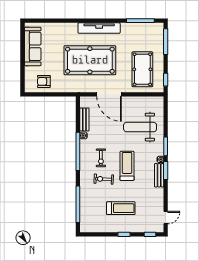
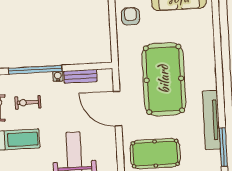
tv unit: (99, 28) -> (211, 120), moved
door: (109, 94) -> (118, 109), hinge flipped

